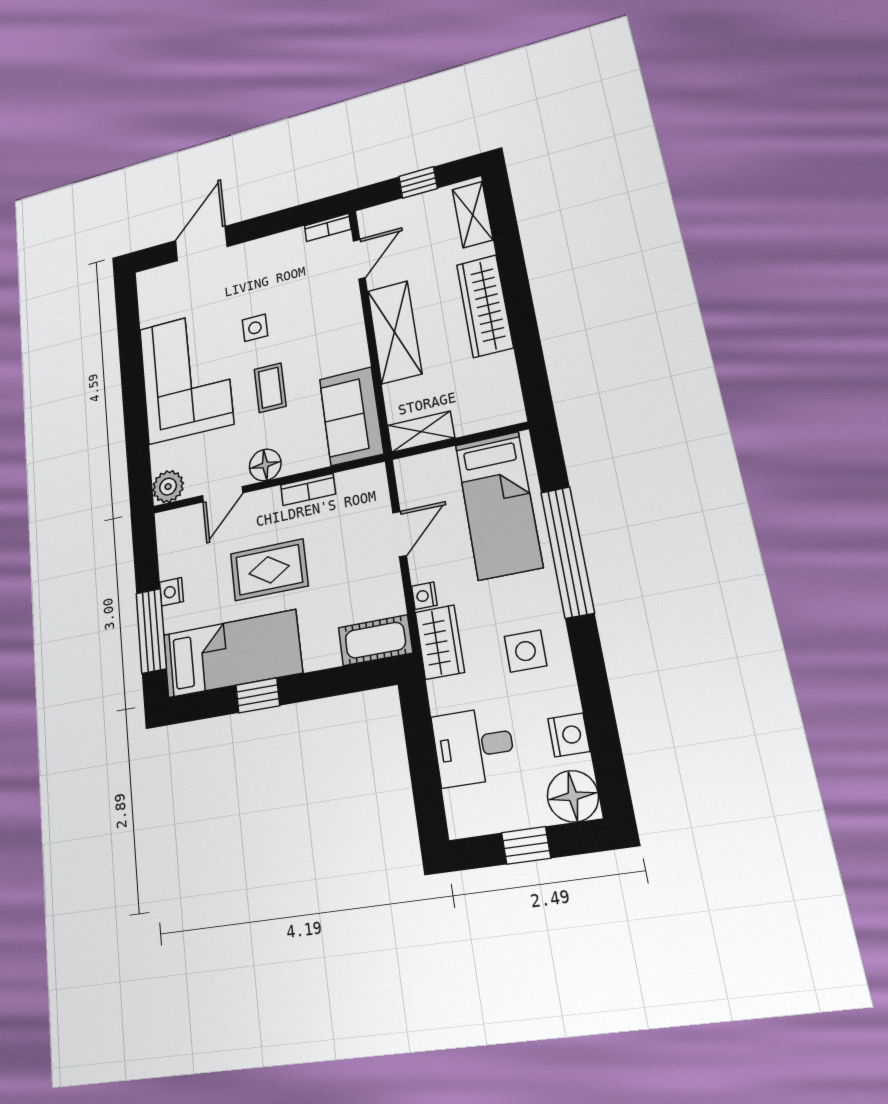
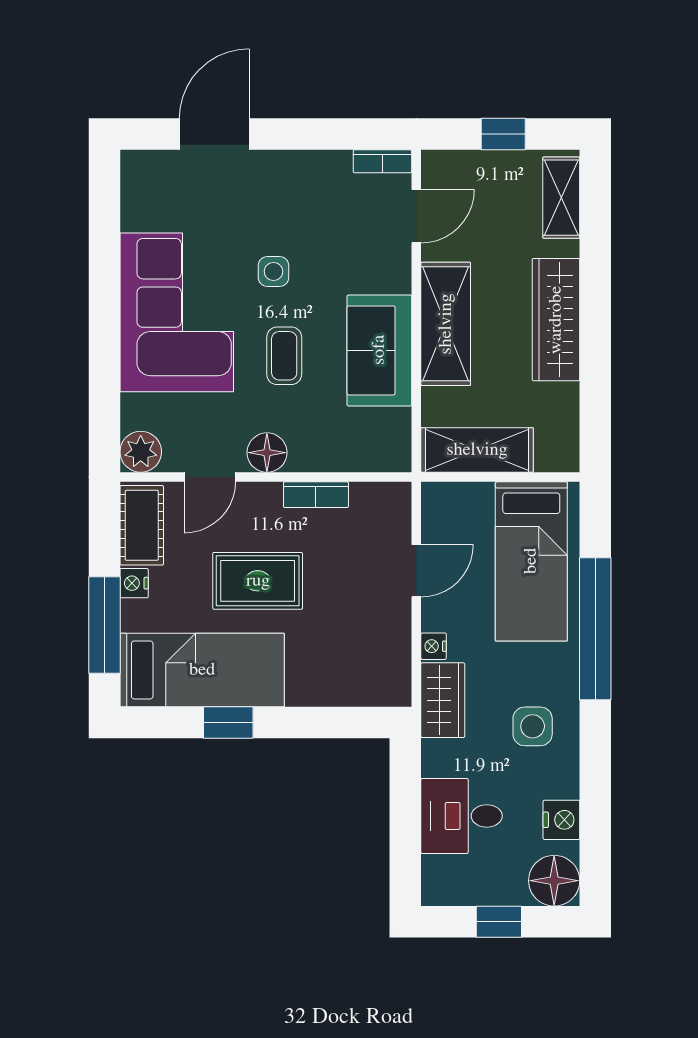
sofa: (351, 416) -> (379, 350), moved
shelving: (421, 432) -> (477, 450), width x1.50, depth x1.33
cot: (375, 640) -> (142, 525), moved, turned 90

